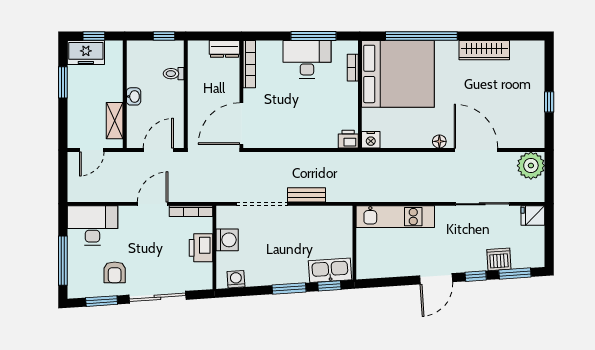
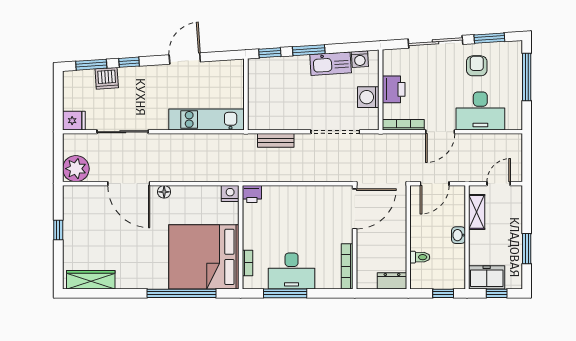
window: (164, 36) -> (443, 293), moved
dresser: (224, 49) -> (392, 281), moved
wardrobe: (484, 50) -> (91, 280), moved
freezer: (86, 53) -> (487, 277), moved
bench: (306, 195) -> (276, 140), moved
desk: (92, 225) -> (480, 111), moved
kitchen sink: (330, 270) -> (331, 64), moved
door: (436, 279) -> (185, 58), moved

